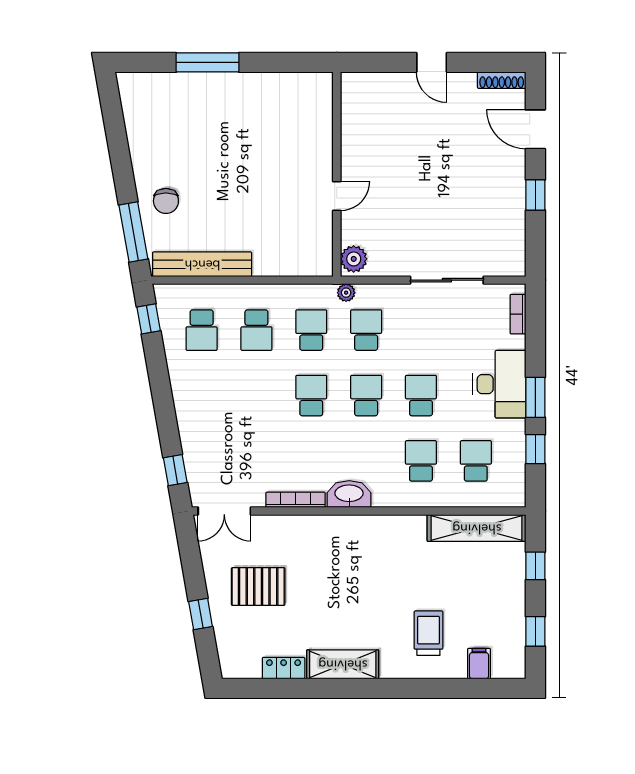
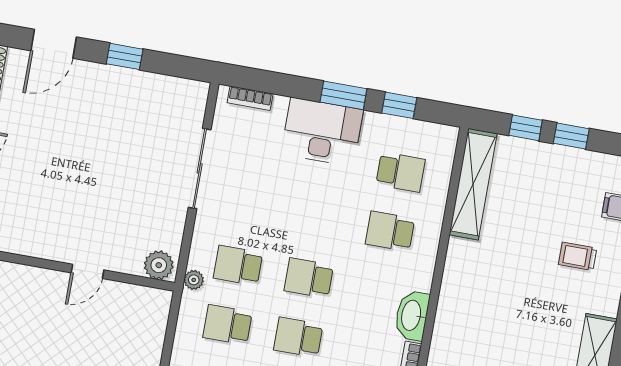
door: (337, 196) -> (87, 271), swing flipped
school desk: (421, 396) -> (319, 219), removed
school desk: (476, 461) -> (401, 172), turned 180
window: (535, 631) -> (571, 136), moved
trolley: (428, 633) -> (578, 256), width x0.73, depth x0.72

